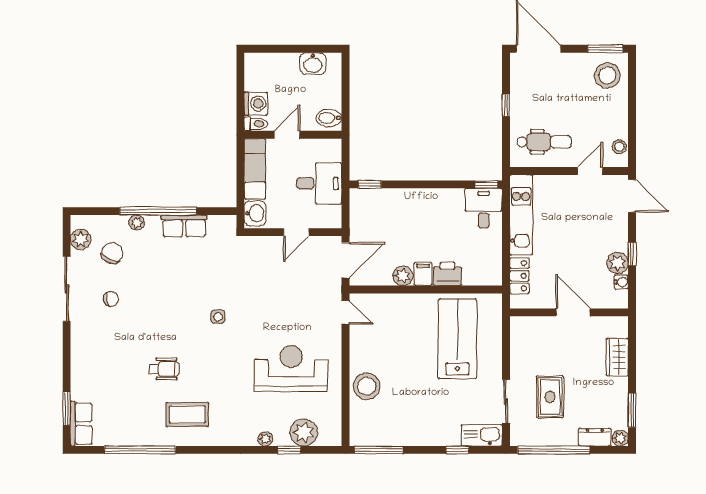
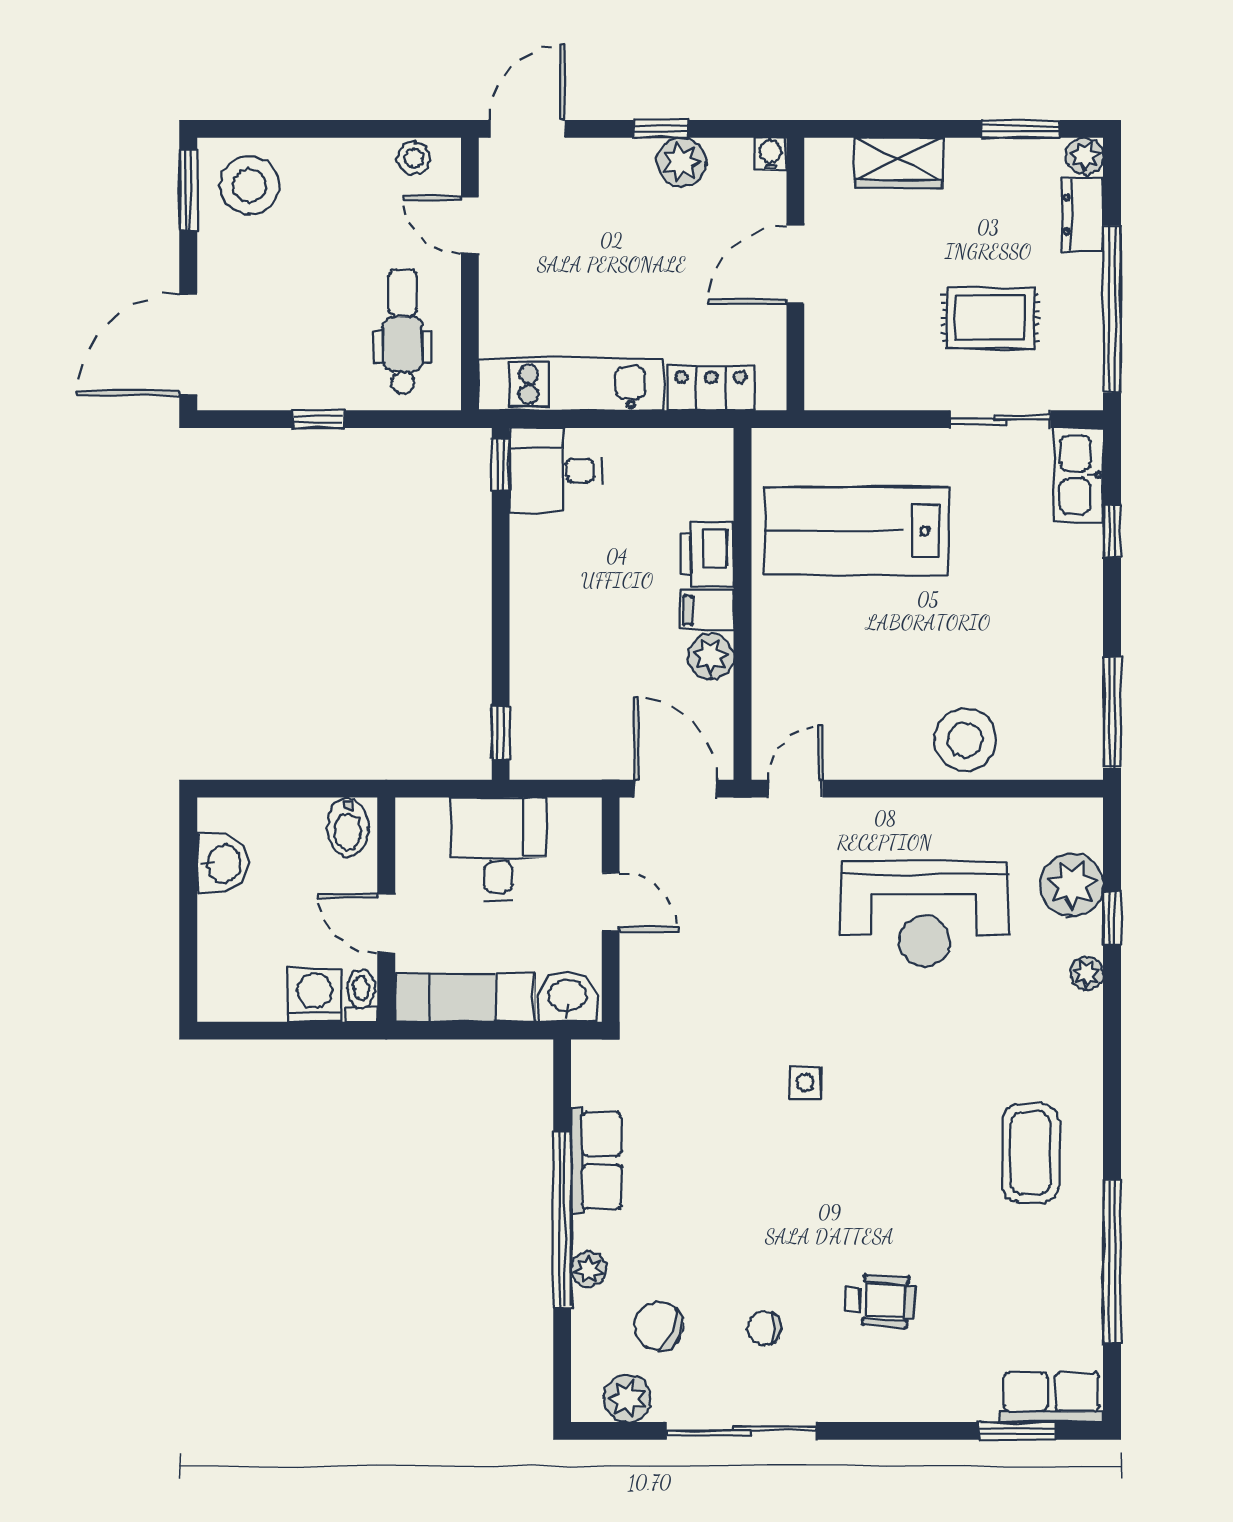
water cooler: (621, 282) -> (771, 154), moved
chair: (111, 299) -> (764, 1328), turned -78
wheelchair: (164, 369) -> (880, 1301), moved, turned 93
reception desk: (291, 369) -> (925, 914), turned -90

